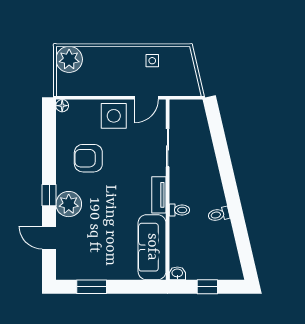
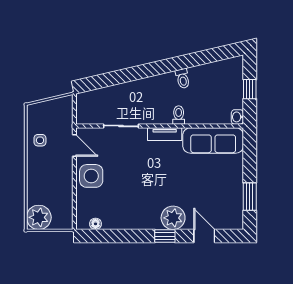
floor lamp: (62, 106) -> (95, 224), moved
armchair: (88, 158) -> (130, 200), removed
door: (49, 238) -> (204, 236), swing flipped

